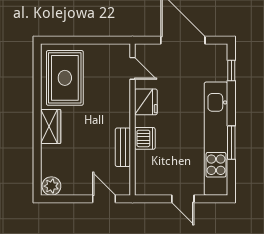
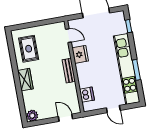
rug: (65, 78) -> (29, 49), width x0.73, depth x0.70
dishwasher: (145, 138) -> (87, 95), moved
bench: (123, 147) -> (69, 71), moved

